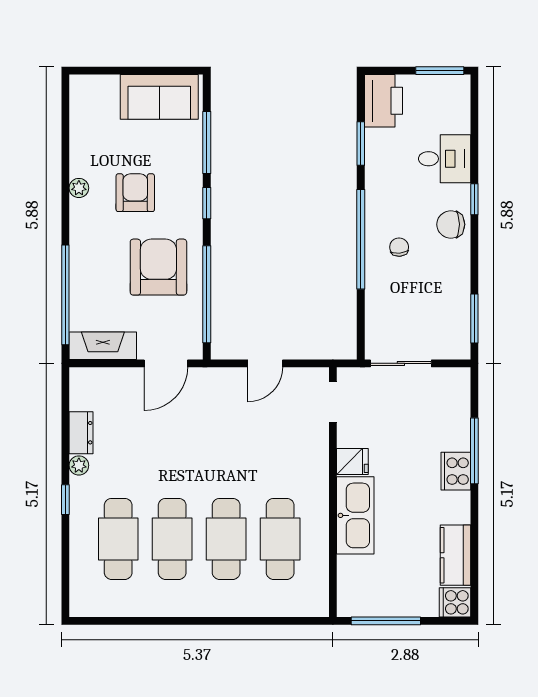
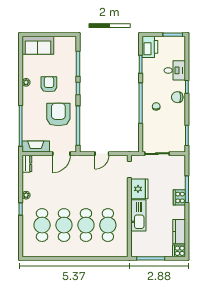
sofa: (159, 97) -> (38, 45), moved
dresser: (81, 433) -> (27, 164), moved
fridge: (352, 462) -> (139, 189), width x1.88, depth x1.34

